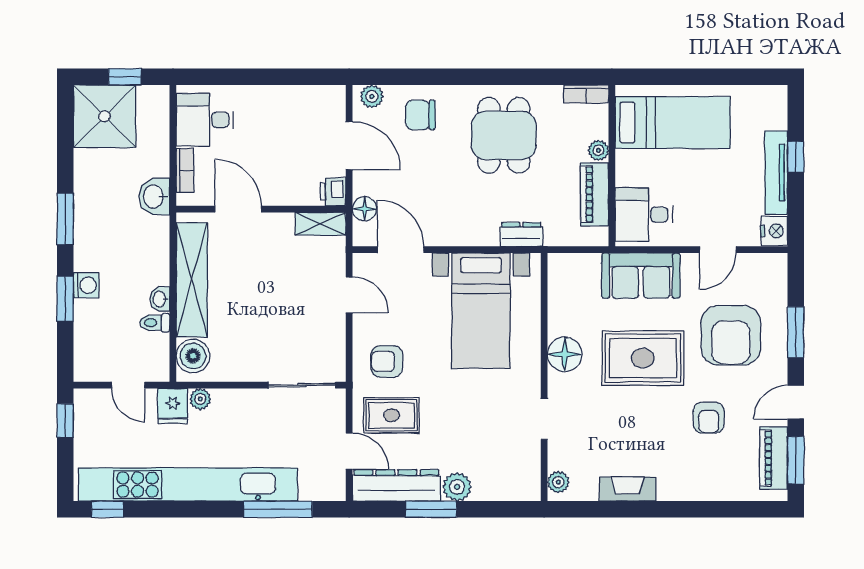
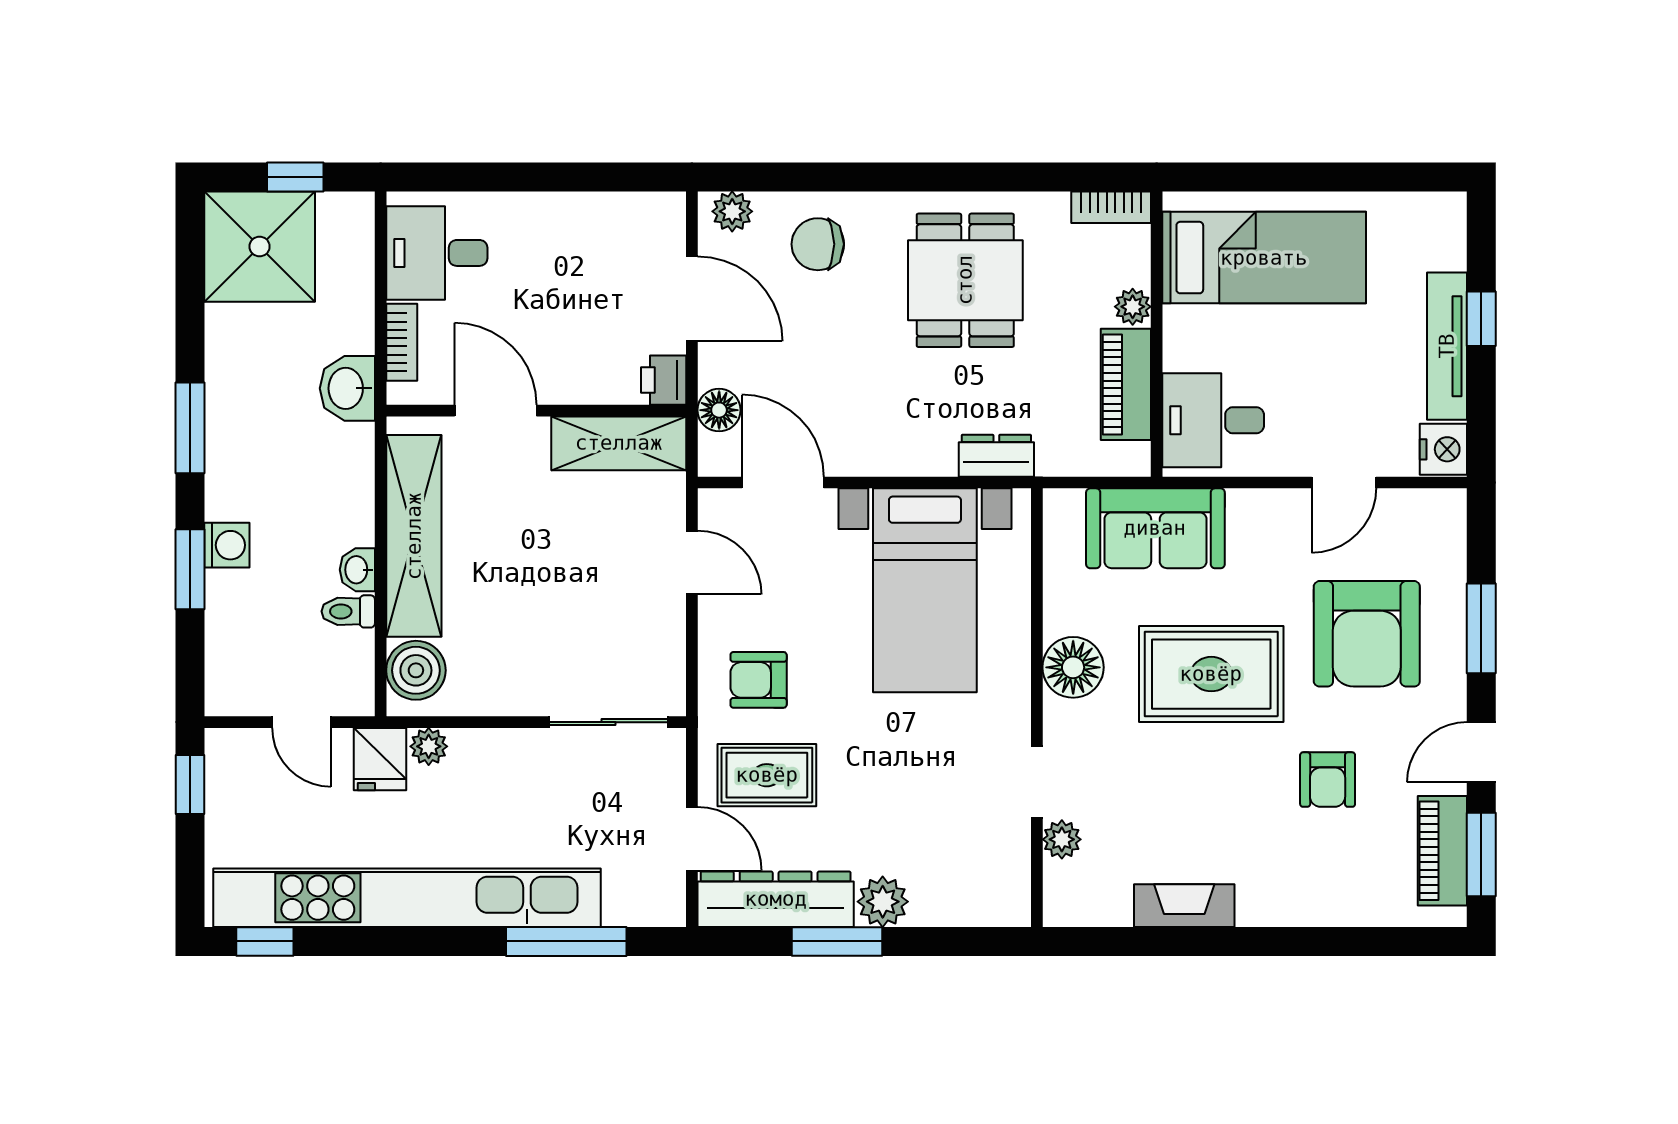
shelving: (320, 224) -> (619, 443), width x1.50, depth x1.33
sofa: (641, 276) -> (1155, 528), moved
plant: (558, 482) -> (1062, 839), moved

